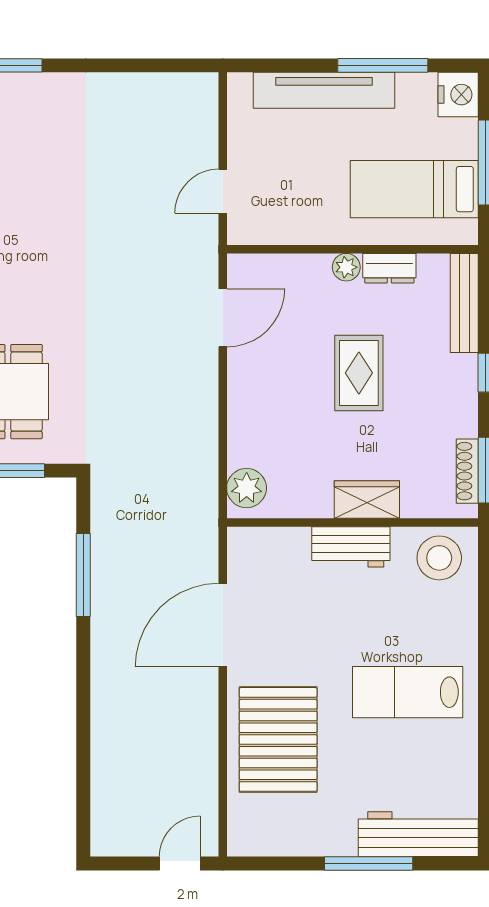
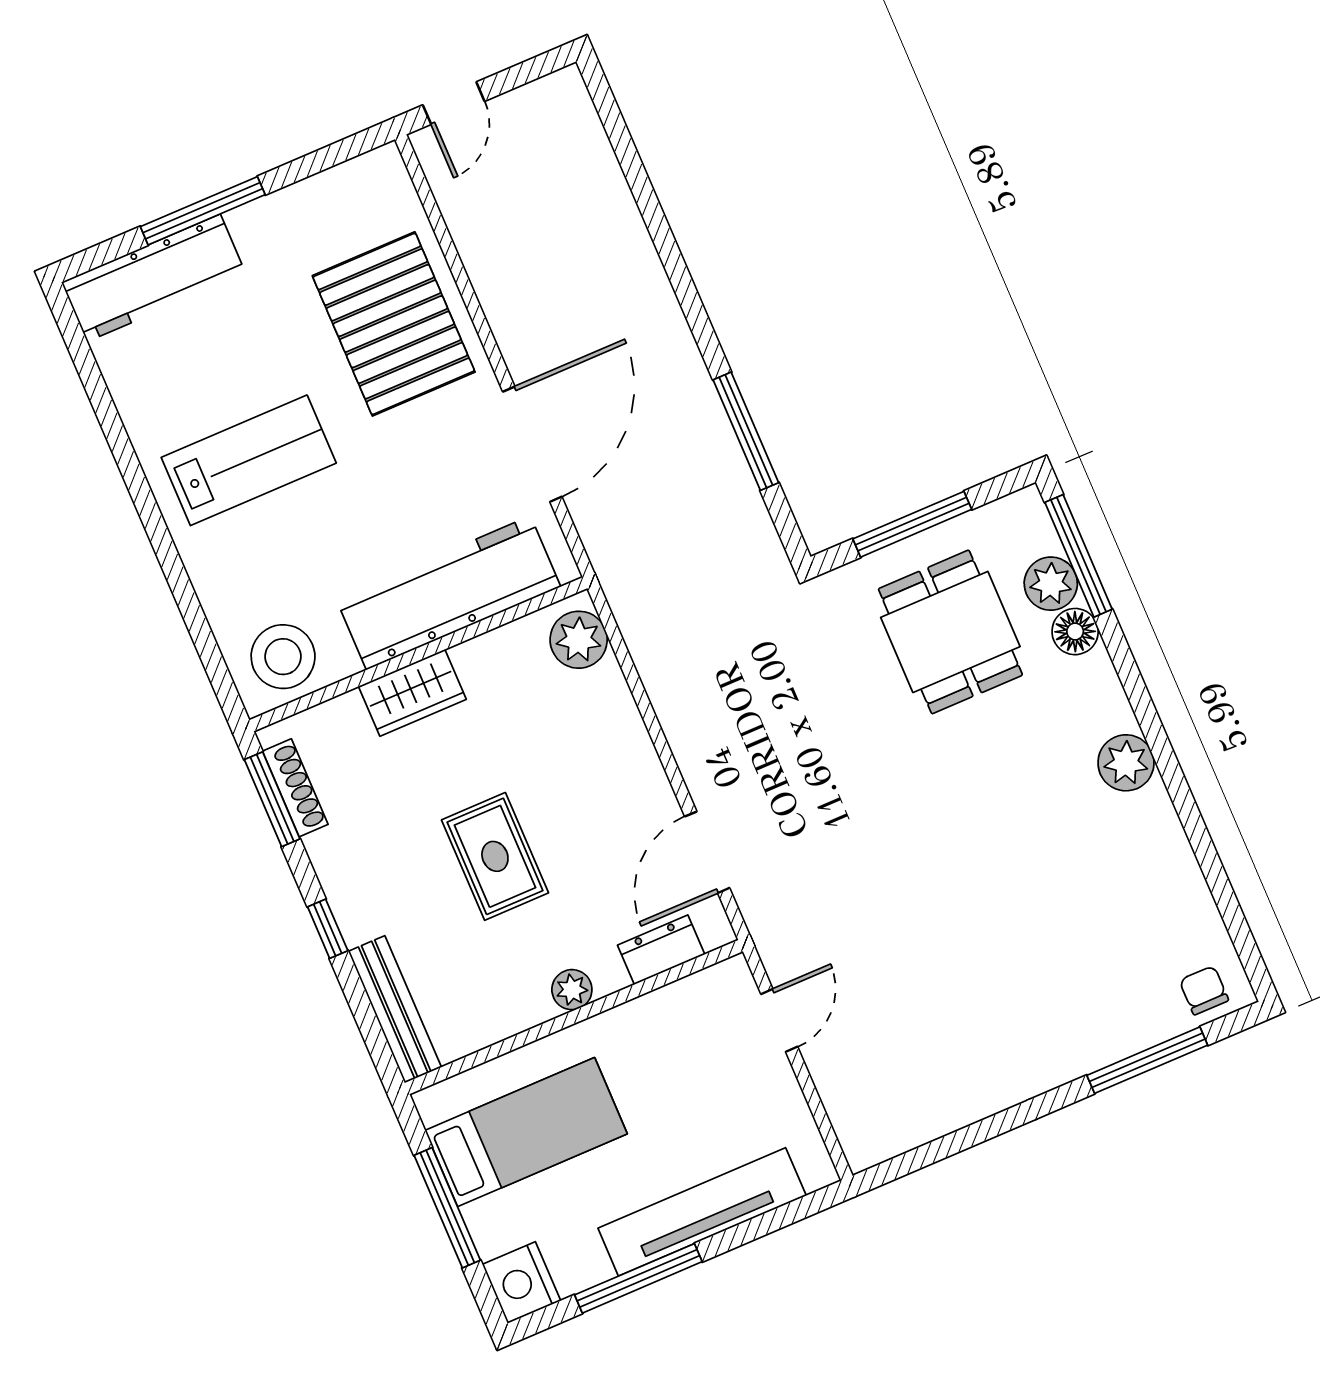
dresser: (389, 268) -> (661, 950), moved
workbench: (351, 547) -> (448, 593), width x1.88, depth x1.32

